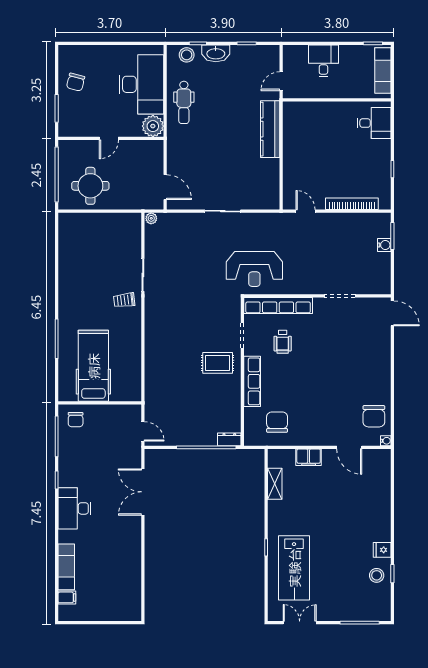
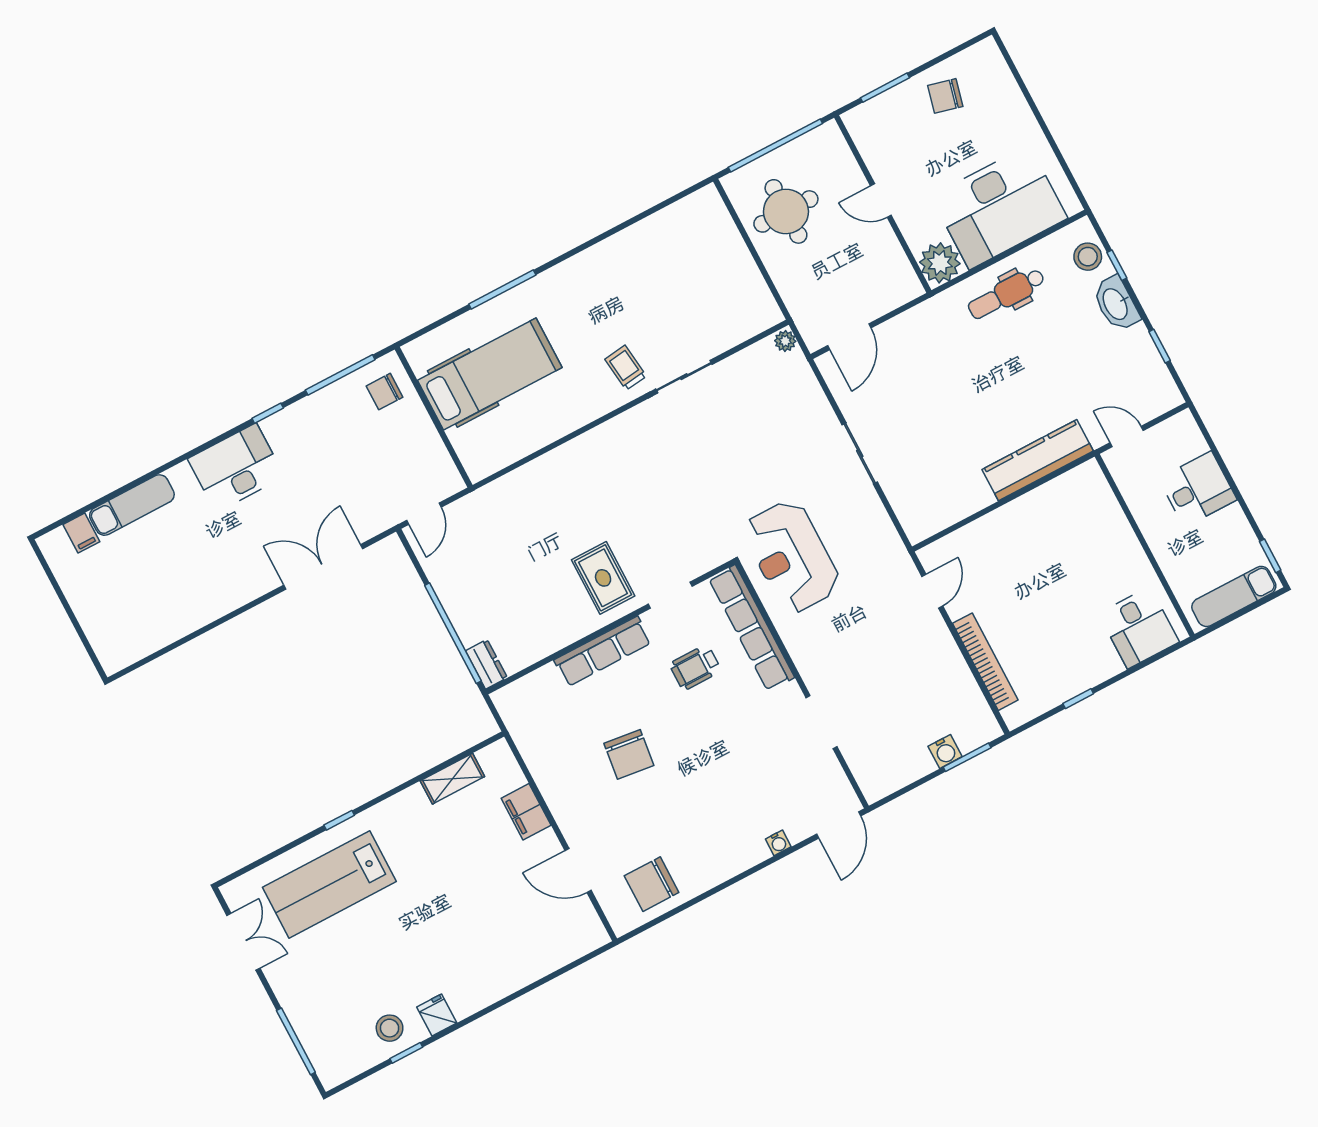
chair: (277, 422) -> (629, 754), moved, turned 97
water cooler: (386, 441) -> (778, 843), moved
door: (349, 447) -> (578, 871), hinge flipped

